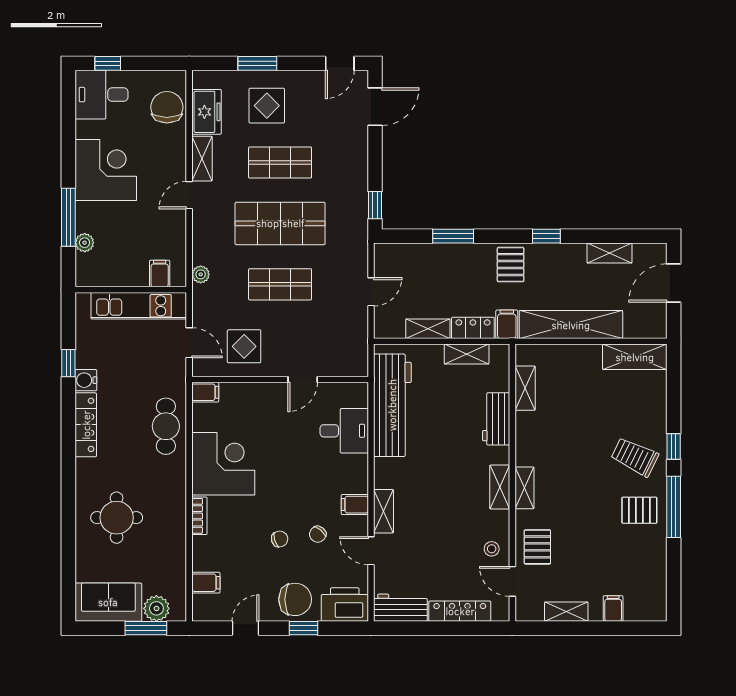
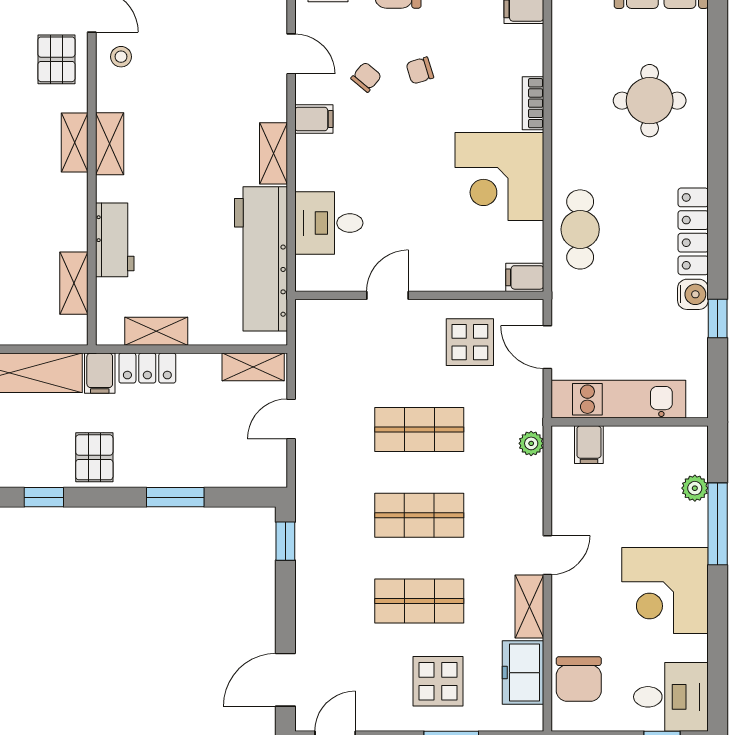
shop shelf: (280, 223) -> (419, 515), width x0.70, depth x0.74
shelving: (428, 329) -> (253, 367), moved
shelving: (383, 511) -> (273, 153), moved

